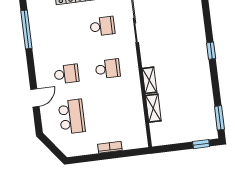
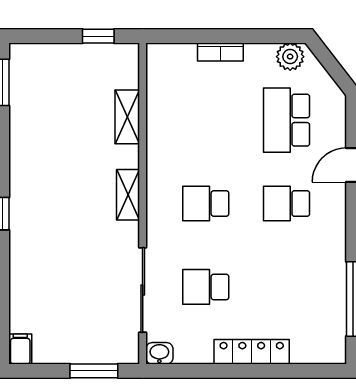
shelving: (149, 80) -> (128, 195), moved
window: (201, 144) -> (98, 36), moved
plant: (74, 149) -> (290, 57), added

